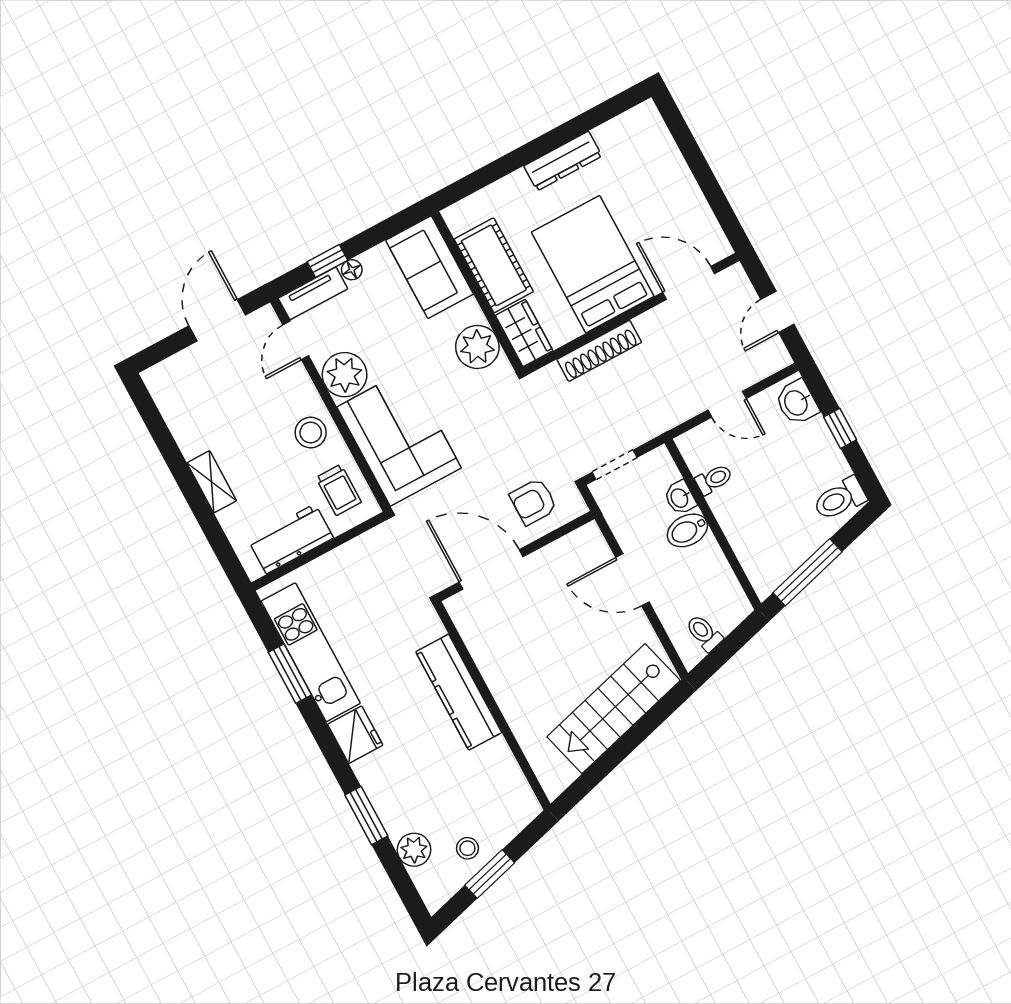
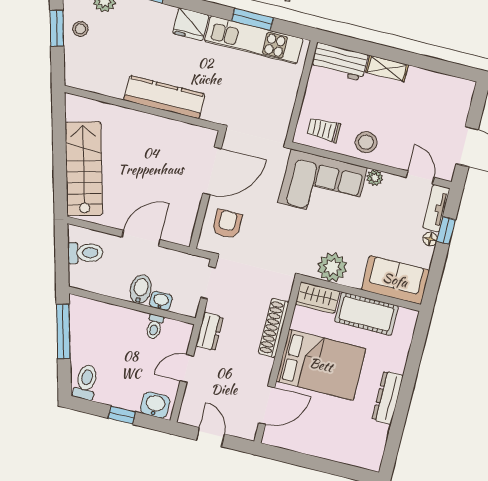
plant: (345, 375) -> (375, 178), width x0.53, depth x0.53
dresser: (666, 416) -> (209, 332), added
workbench: (291, 539) -> (339, 62), moved, turned 90
toilet: (704, 633) -> (85, 253), width x1.37, depth x1.39

